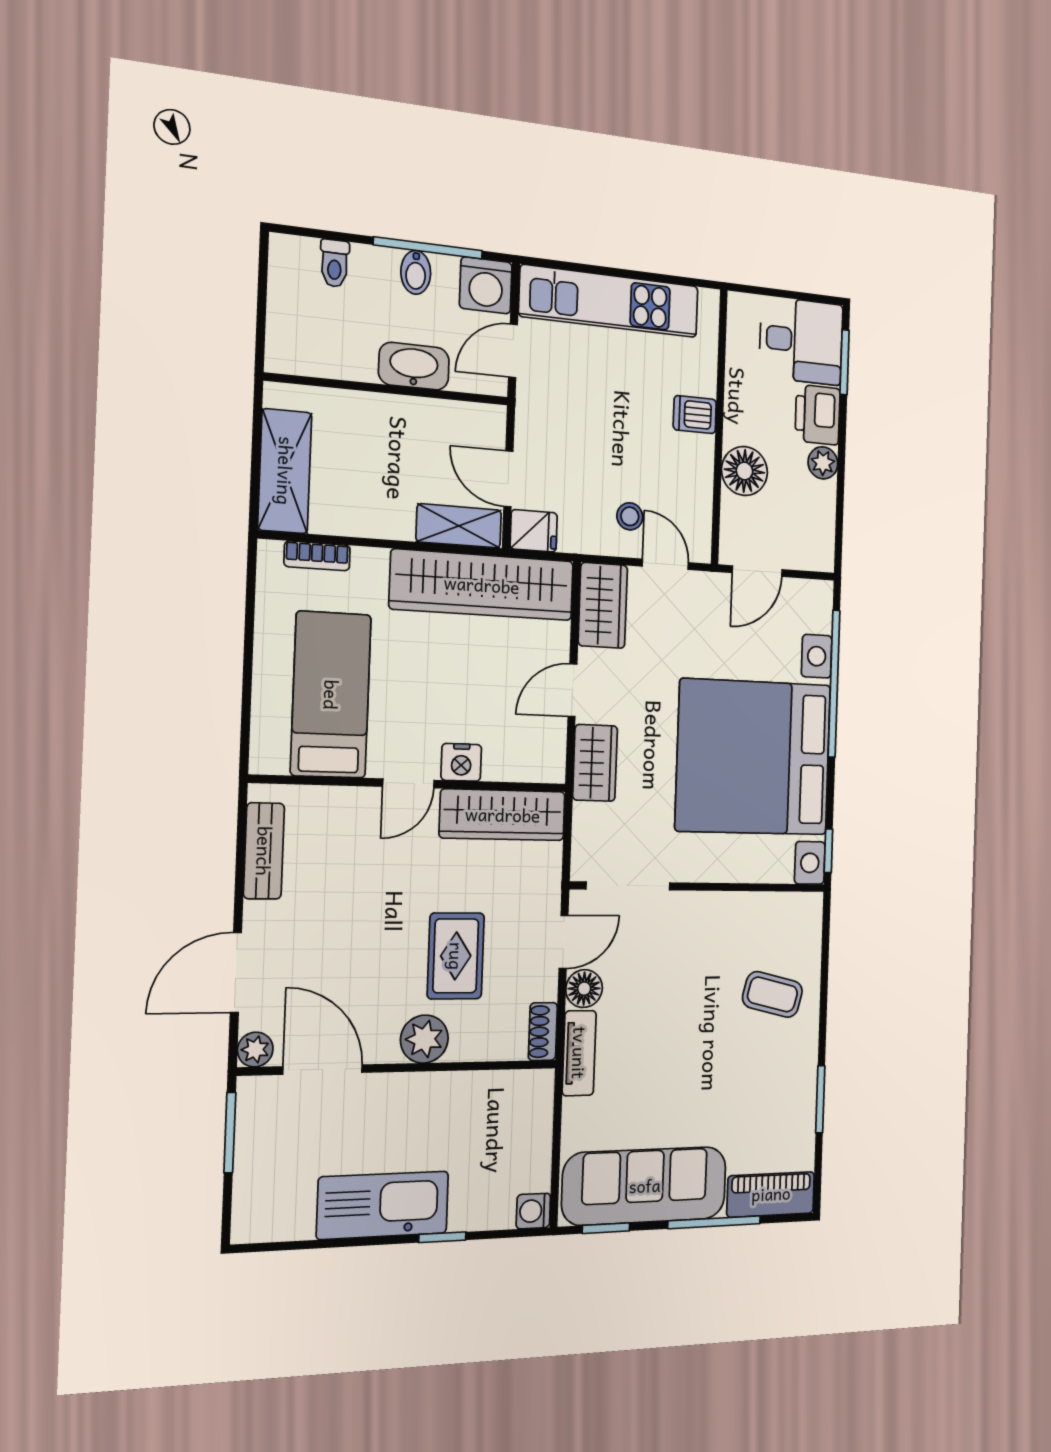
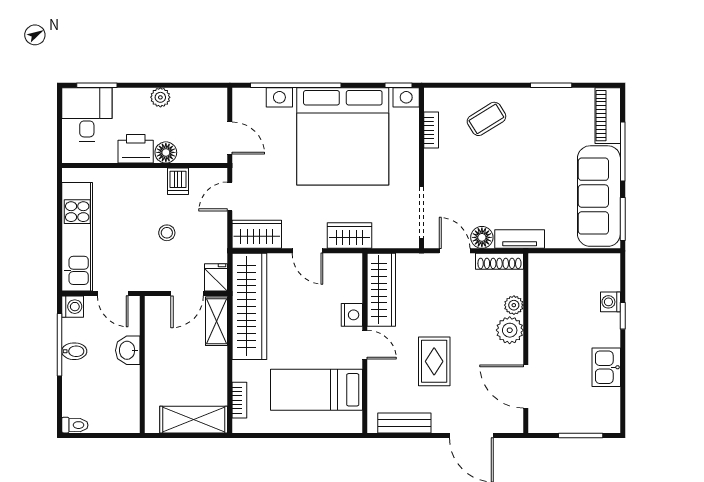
toilet: (335, 263) -> (75, 425), moved
washing machine: (486, 285) -> (73, 307), width x0.73, depth x0.73
washbasin: (414, 366) -> (128, 350), width x0.72
dishwasher: (695, 415) -> (178, 181), moved
printer: (818, 415) -> (136, 149), moved, turned 180
floor lamp: (744, 471) -> (166, 152), width x0.73, depth x0.73
stool: (630, 516) -> (167, 233), moved
bookcase: (758, 903) -> (431, 130), added
rug: (456, 956) -> (434, 361), moved, turned 90
coffee table: (772, 994) -> (486, 119), turned 44
shoe rack: (543, 1032) -> (499, 261), width x1.43
plant: (255, 1050) -> (514, 305), moved
door: (323, 1070) -> (526, 387), hinge flipped
window: (230, 1133) -> (581, 435), moved
kitchen sink: (383, 1205) -> (606, 367), width x0.53, depth x0.81
washing machine: (533, 1211) -> (610, 302), moved, turned 90
window: (606, 1228) -> (623, 219), width x1.50

